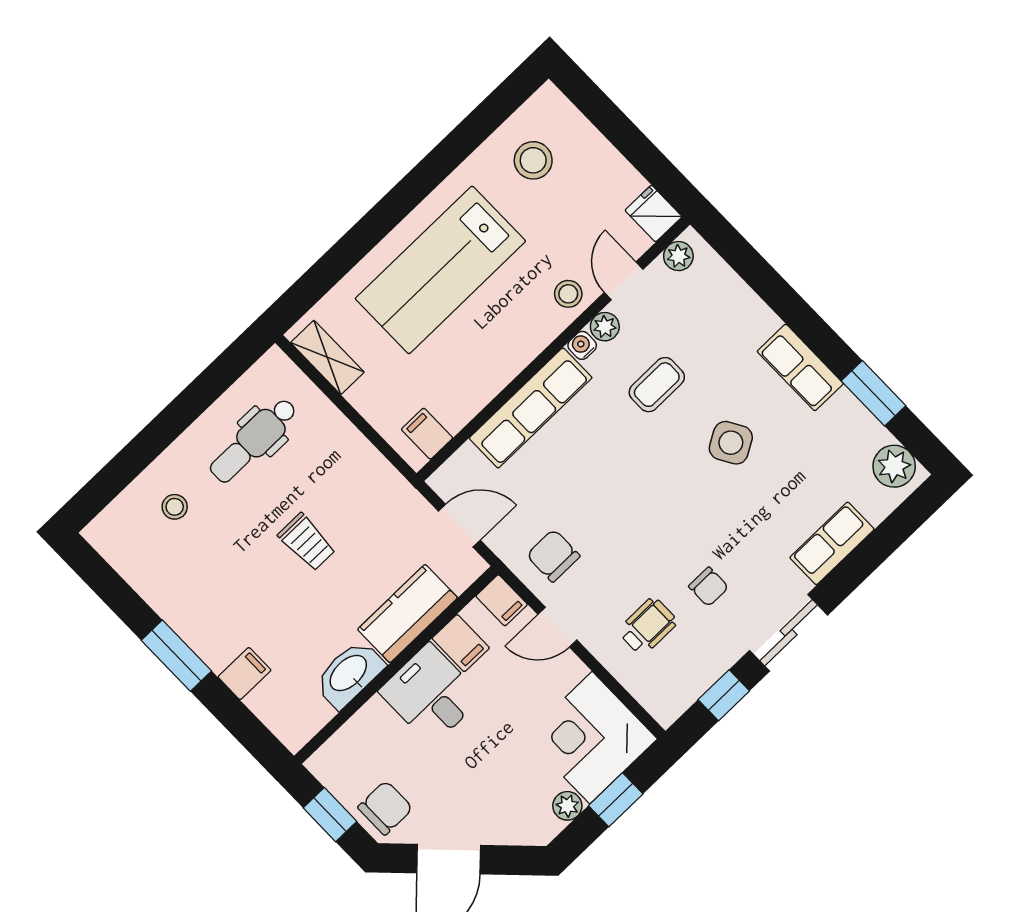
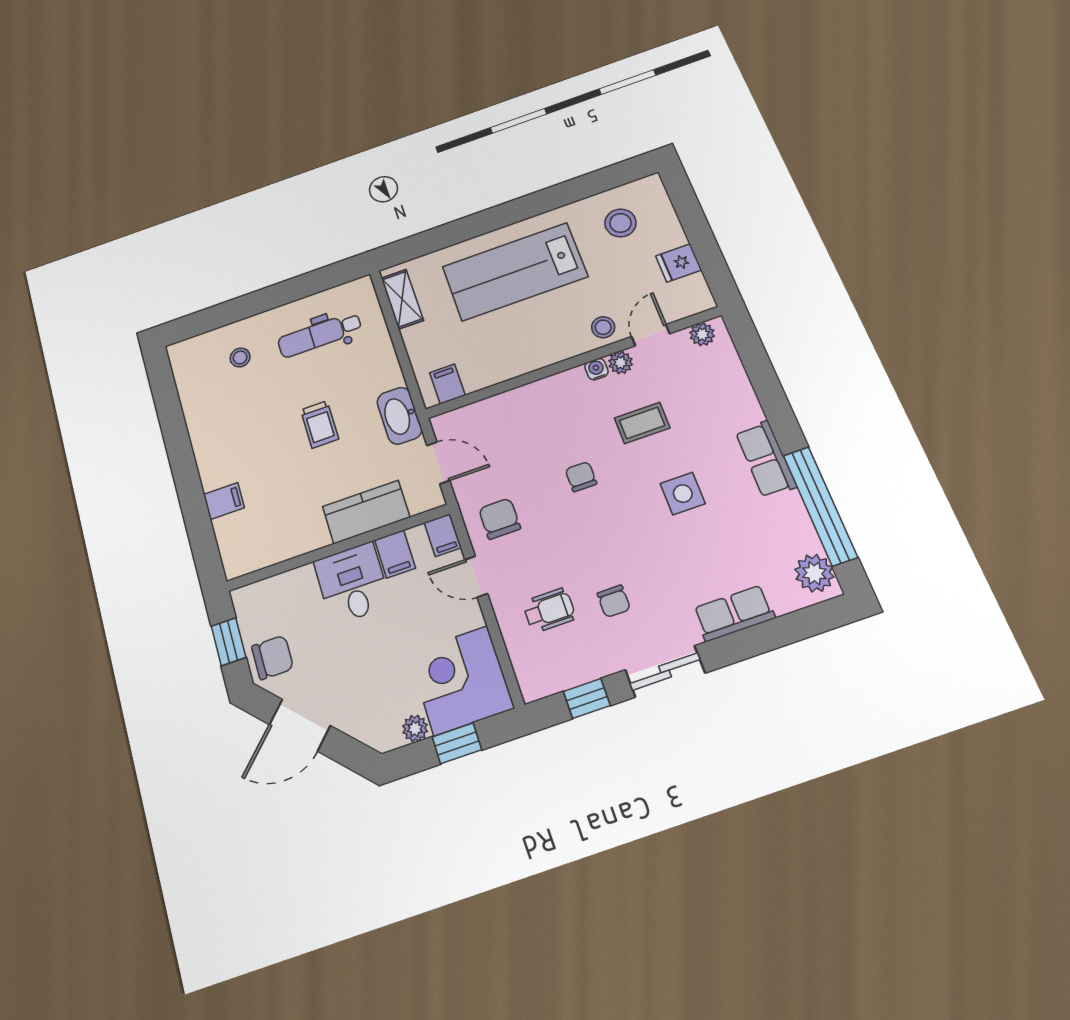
fridge: (653, 213) -> (679, 263), moved, turned -90
window: (873, 393) -> (820, 506), width x2.11
row of seats: (531, 408) -> (535, 399), removed
side table: (731, 443) -> (683, 494), turned 30
chair: (618, 472) -> (581, 477), added
window: (176, 656) -> (183, 465), removed
washbasin: (349, 674) -> (399, 416), moved, turned -90

